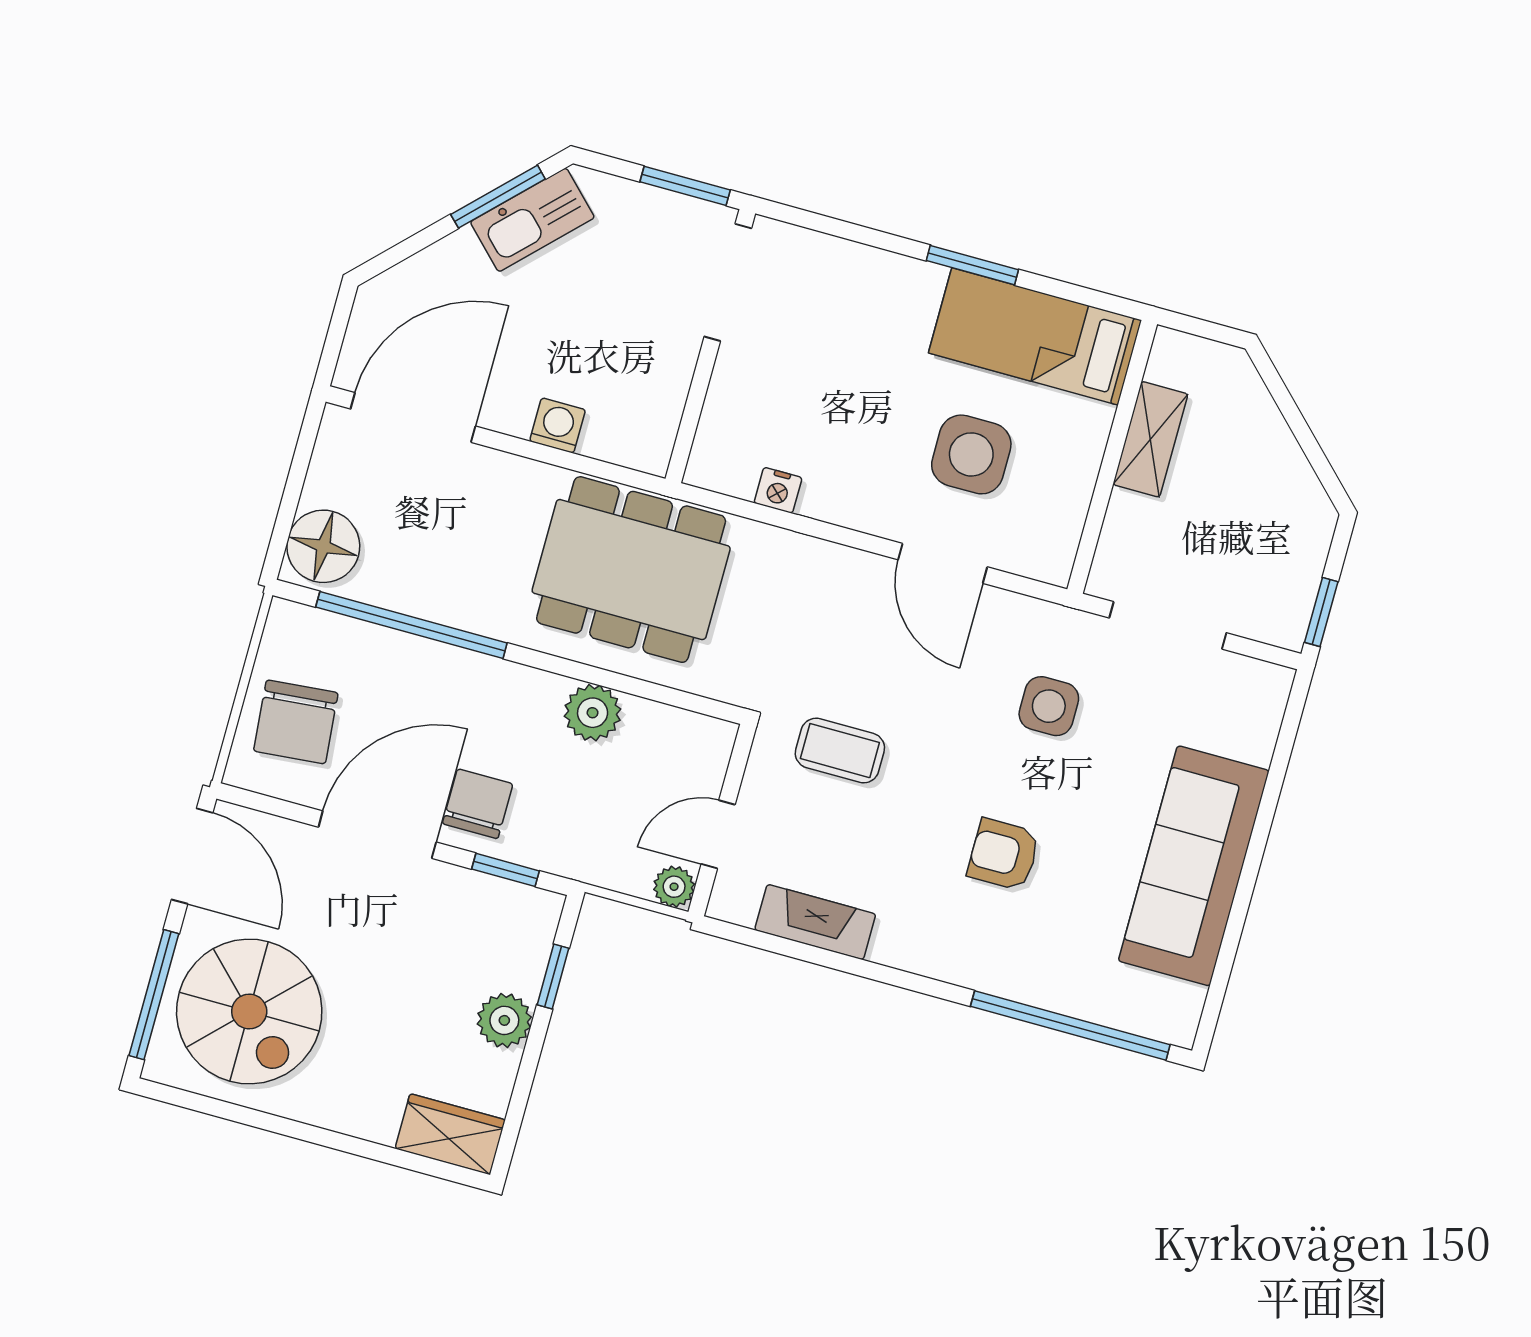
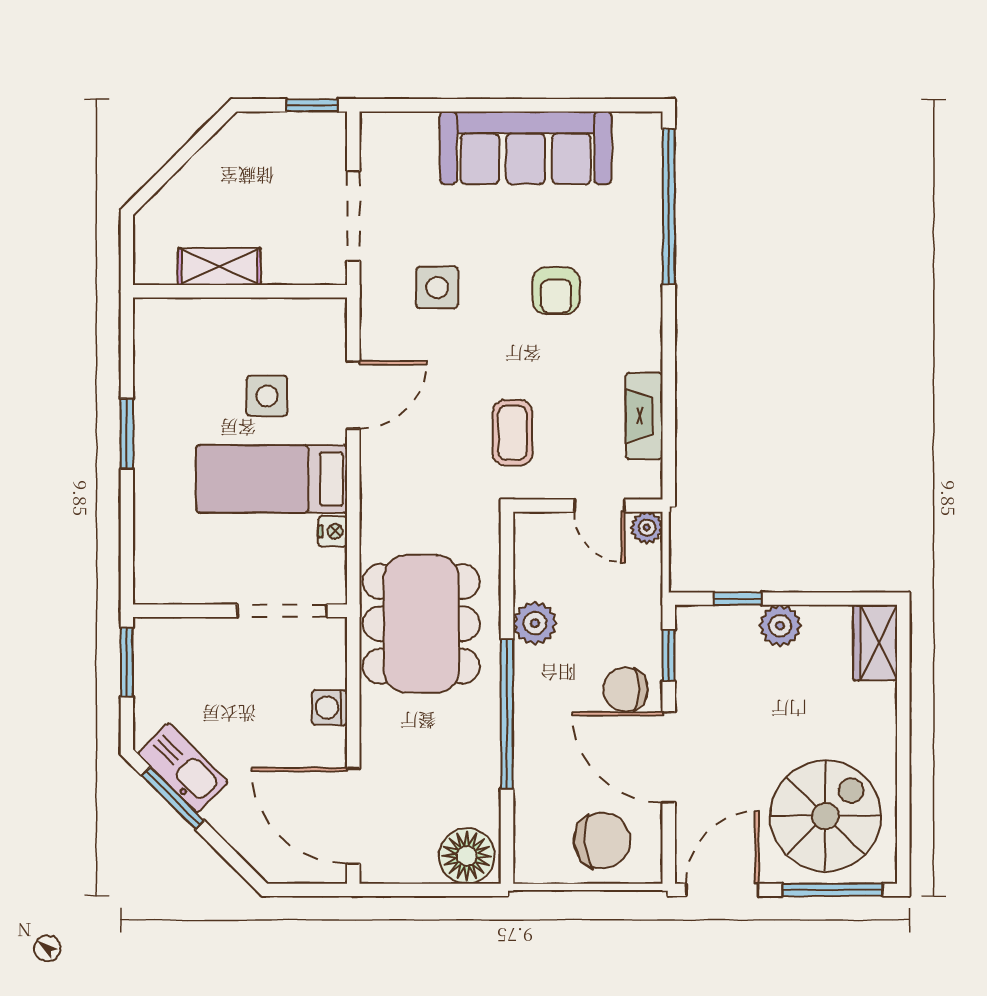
doorway: (728, 282) -> (282, 611), moved
bed: (1035, 336) -> (272, 479), moved, turned 90
side table: (971, 454) -> (267, 396), width x0.73, depth x0.73
window: (411, 625) -> (507, 714), moved

